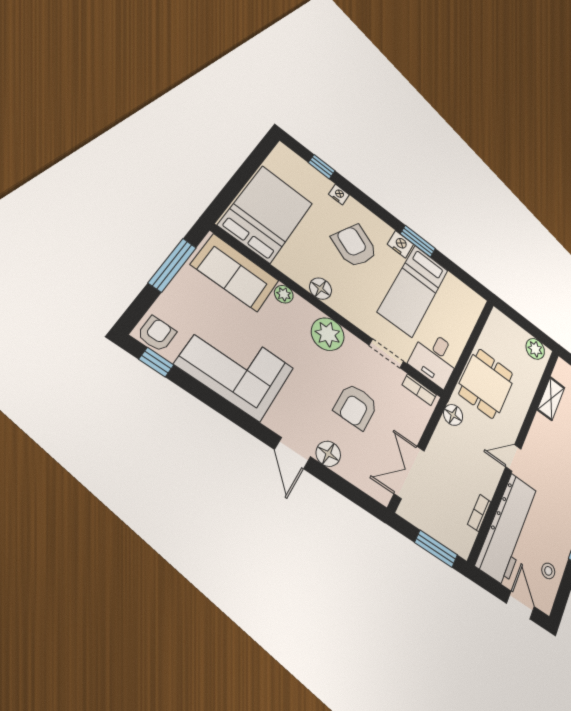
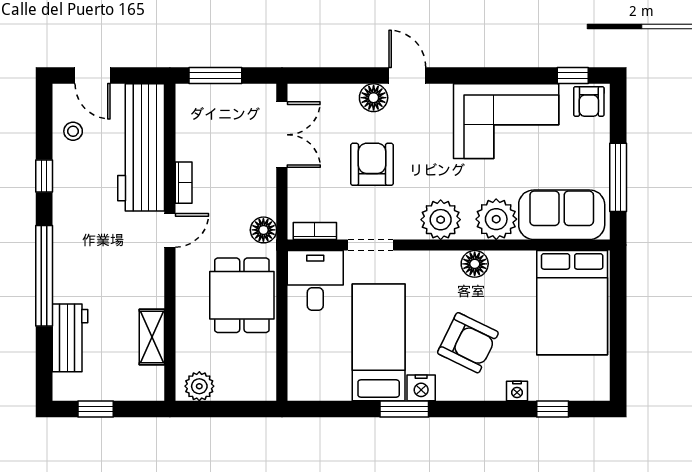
plant: (284, 294) -> (496, 219), width x1.88, depth x1.88
bookcase: (479, 513) -> (184, 183), moved

